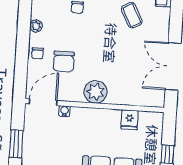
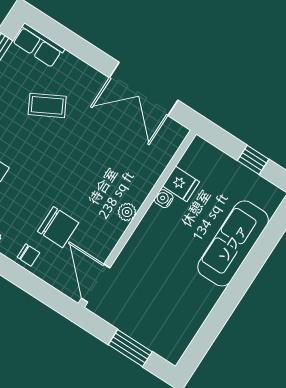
plant: (96, 92) -> (127, 212), width x0.53, depth x0.53
water cooler: (64, 111) -> (164, 199), moved

